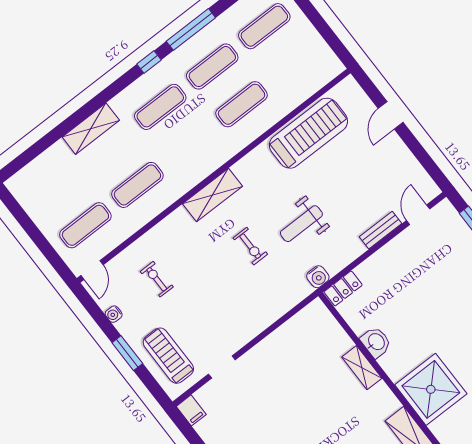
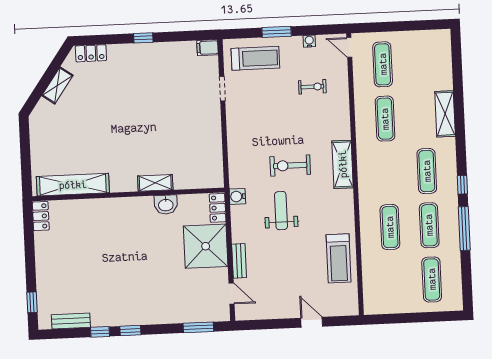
treadmill: (308, 133) -> (339, 258), width x0.73, depth x0.73
exercise bike: (250, 246) -> (290, 166), width x1.38, depth x1.39
shower: (431, 389) -> (206, 246), moved

